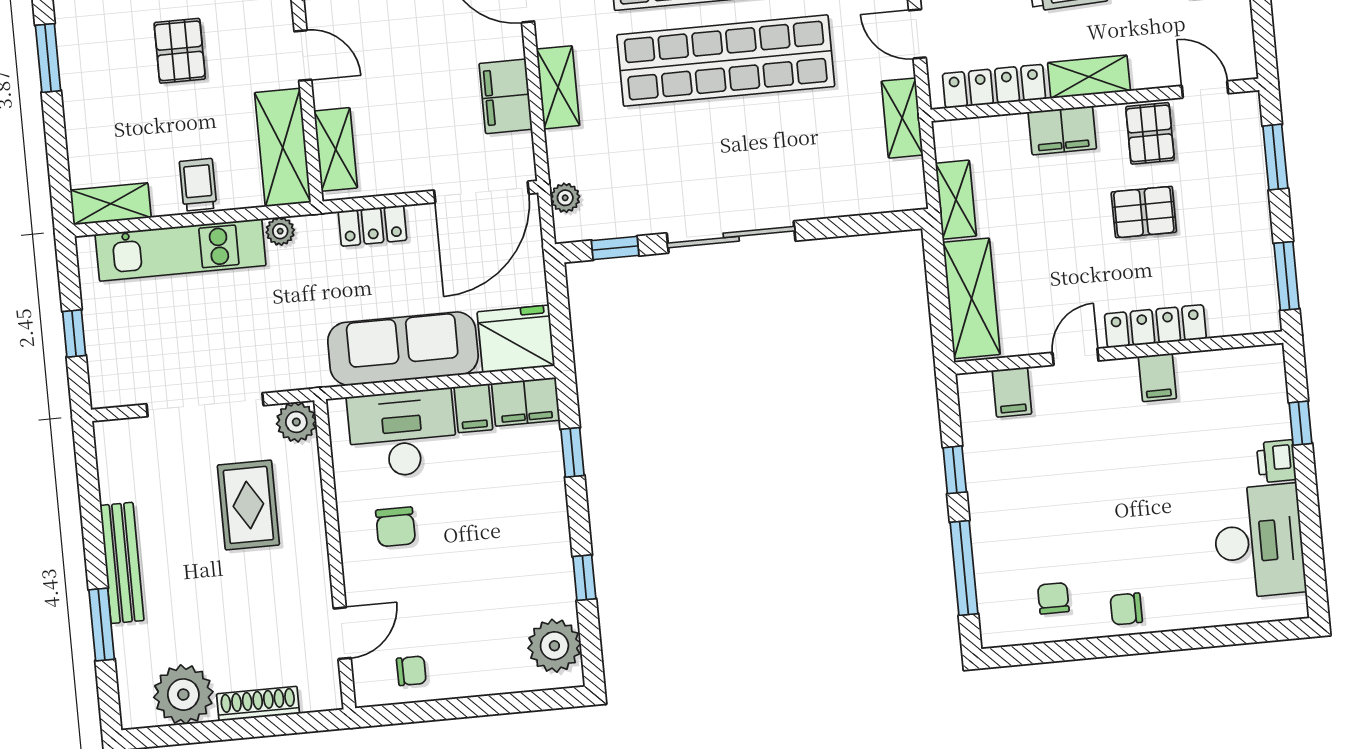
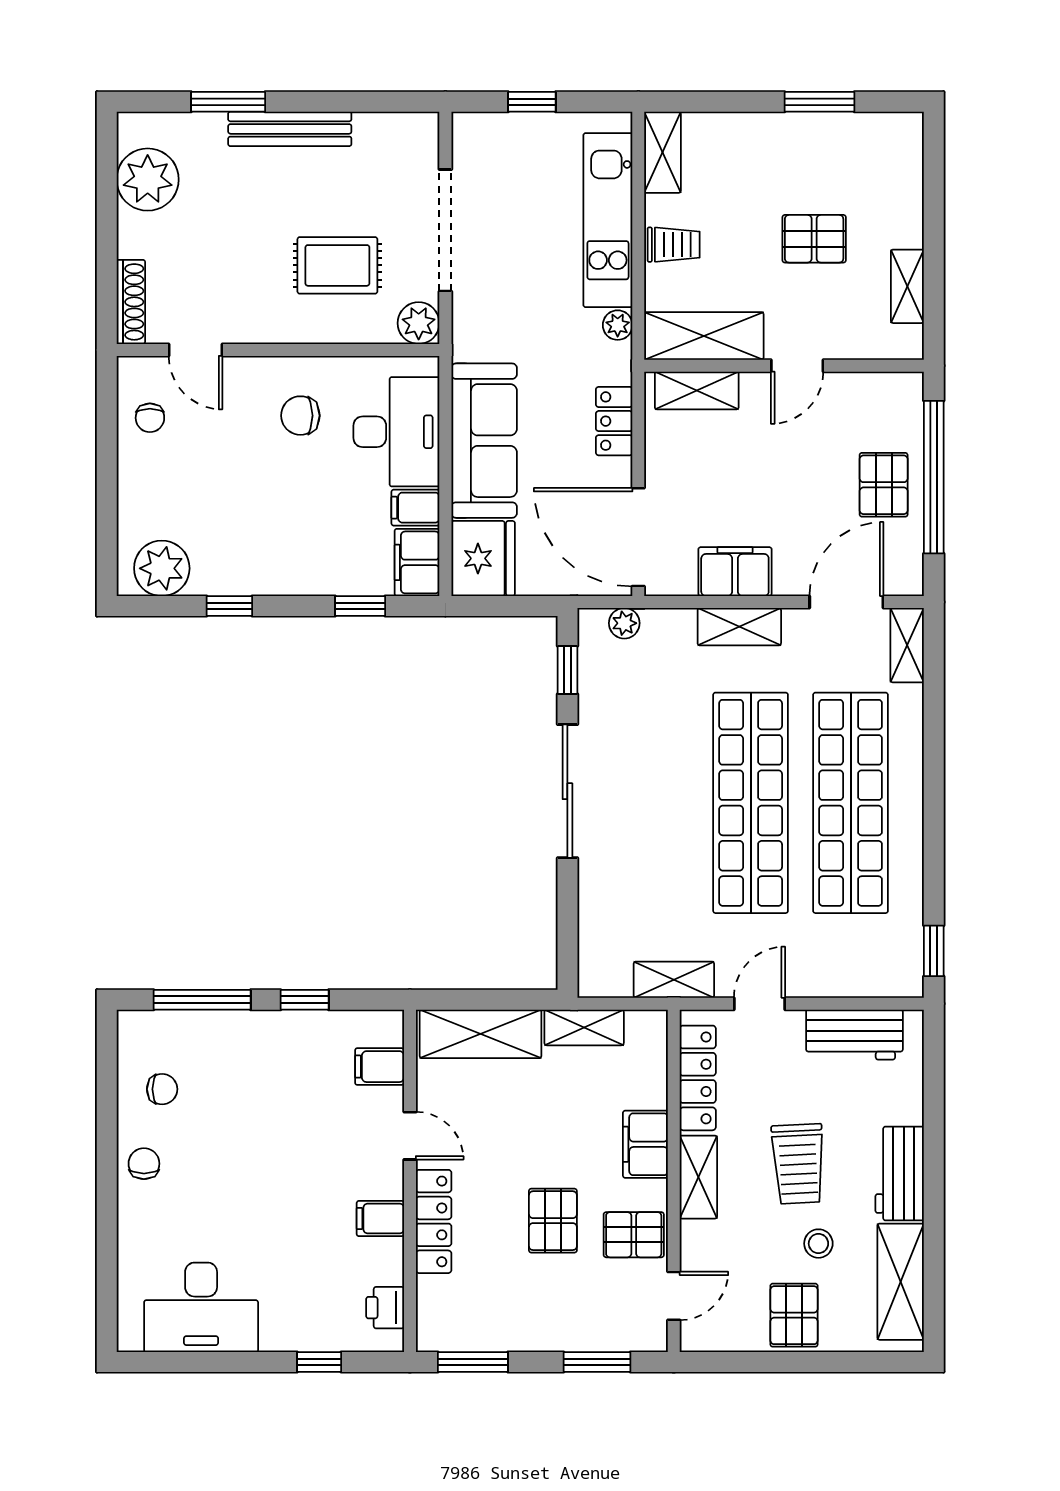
printer: (1276, 461) -> (385, 1308), moved, turned -90
shoe rack: (258, 704) -> (131, 302), moved

